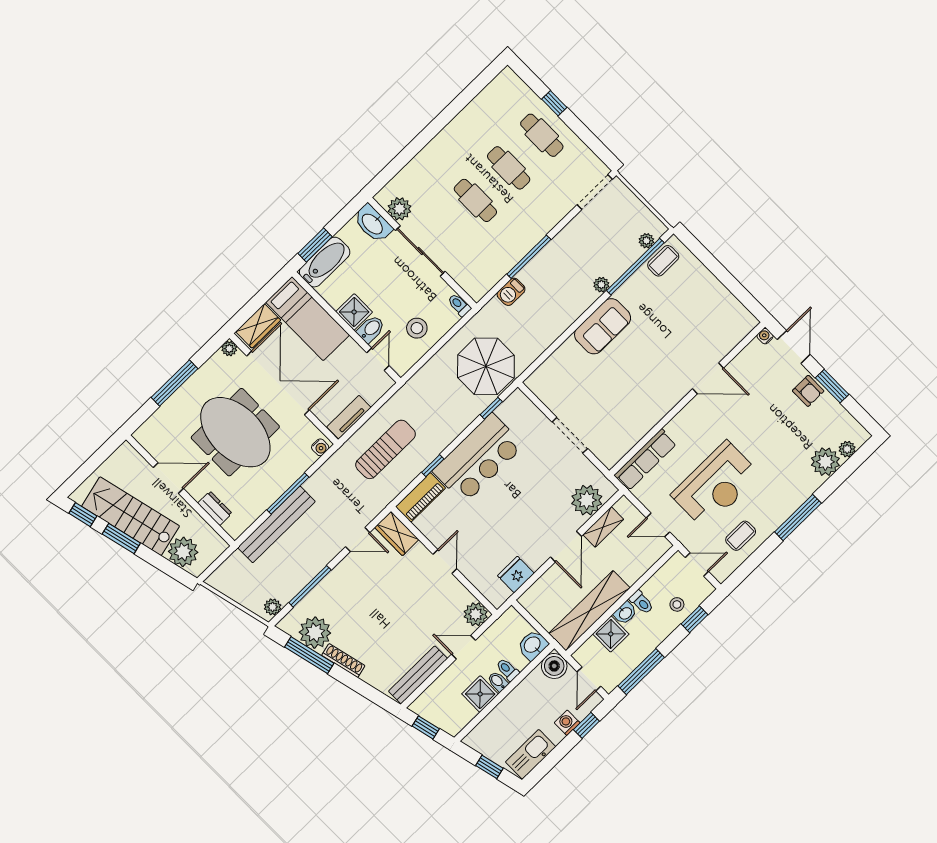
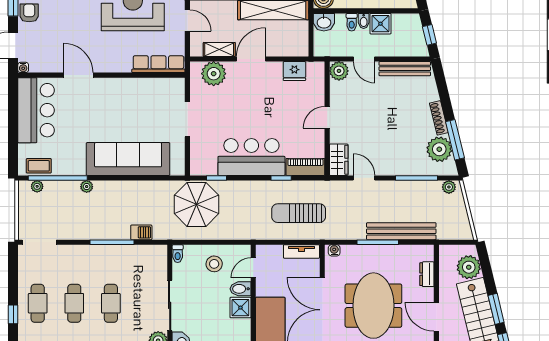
bar counter: (715, 309) -> (36, 110), added
sofa: (603, 326) -> (128, 159), width x1.85, depth x1.27

